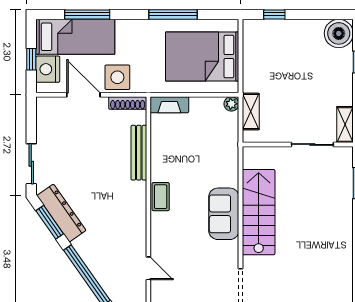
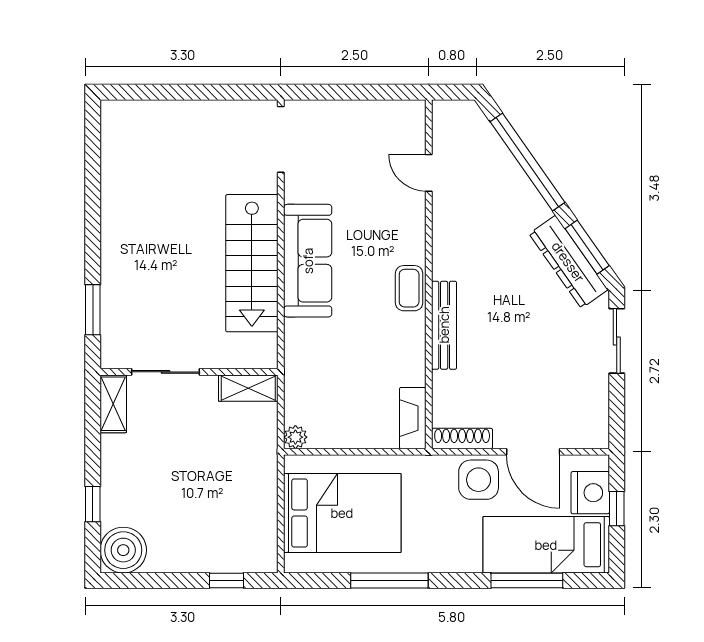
fireplace: (169, 105) -> (413, 418), moved, turned -90
shelving: (251, 112) -> (248, 388), moved, turned 90
bench: (139, 153) -> (444, 325), moved
sofa: (224, 214) -> (308, 261), width x1.36

